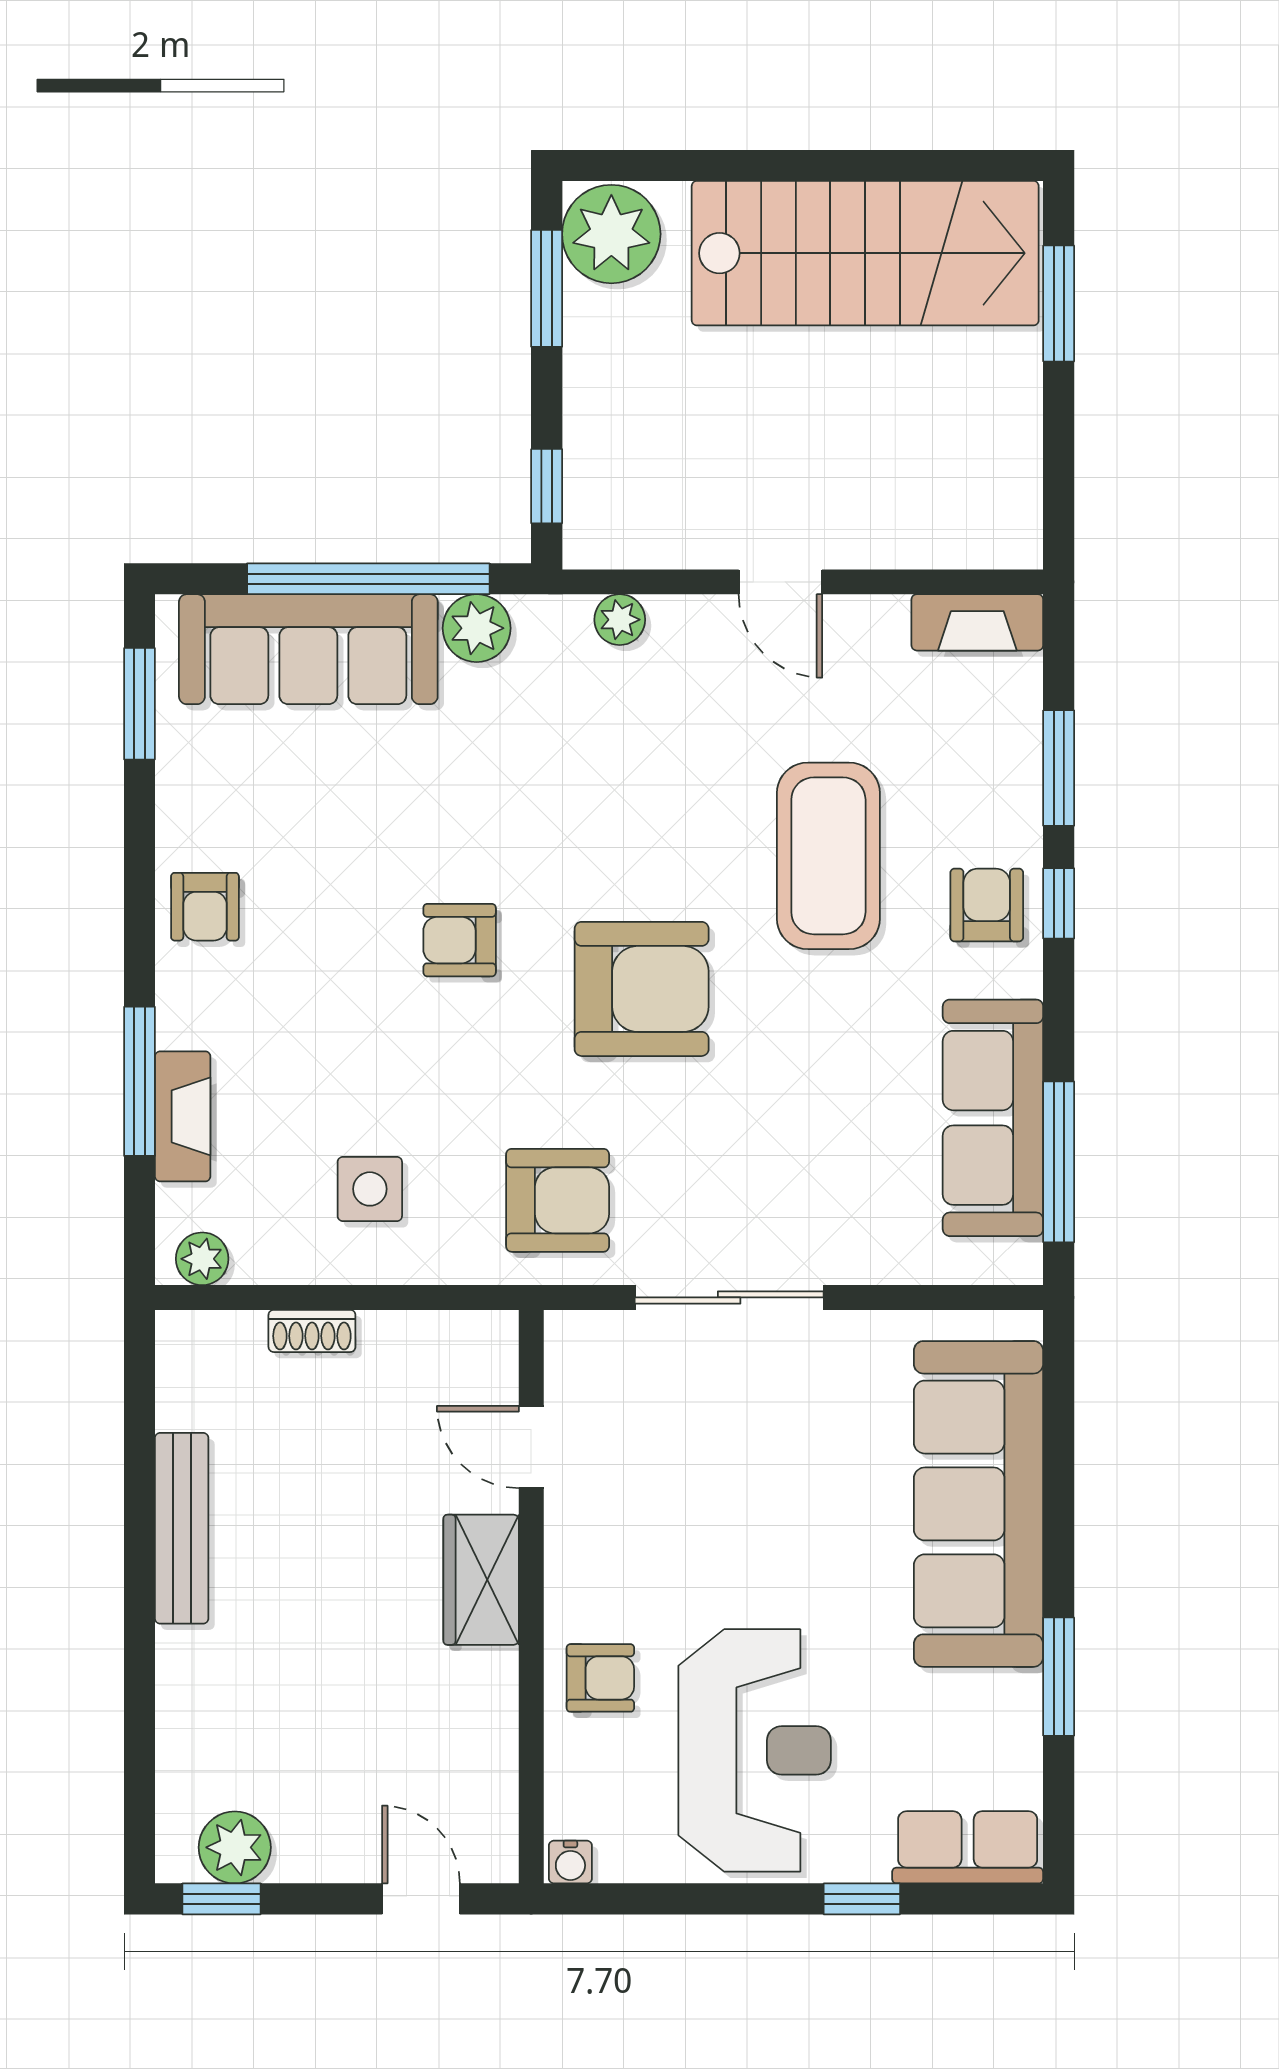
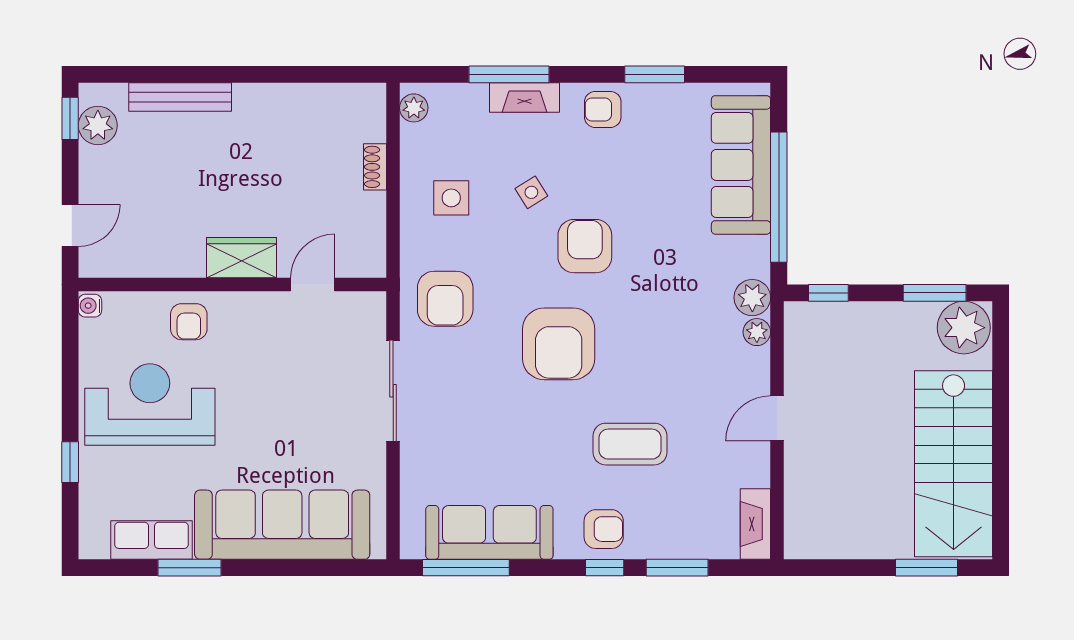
plant: (477, 628) -> (752, 298), moved
window: (139, 704) -> (655, 74), moved
coffee table: (828, 856) -> (630, 444), width x0.73, depth x0.76
armchair: (460, 940) -> (585, 246), width x1.38, depth x1.38
side table: (359, 1040) -> (531, 192), added
fireplace: (183, 1116) -> (525, 98), moved
bench: (182, 1528) -> (180, 97), moved
reception desk: (755, 1750) -> (150, 404), turned 180
row of seats: (968, 1847) -> (152, 540), moved, turned -90

